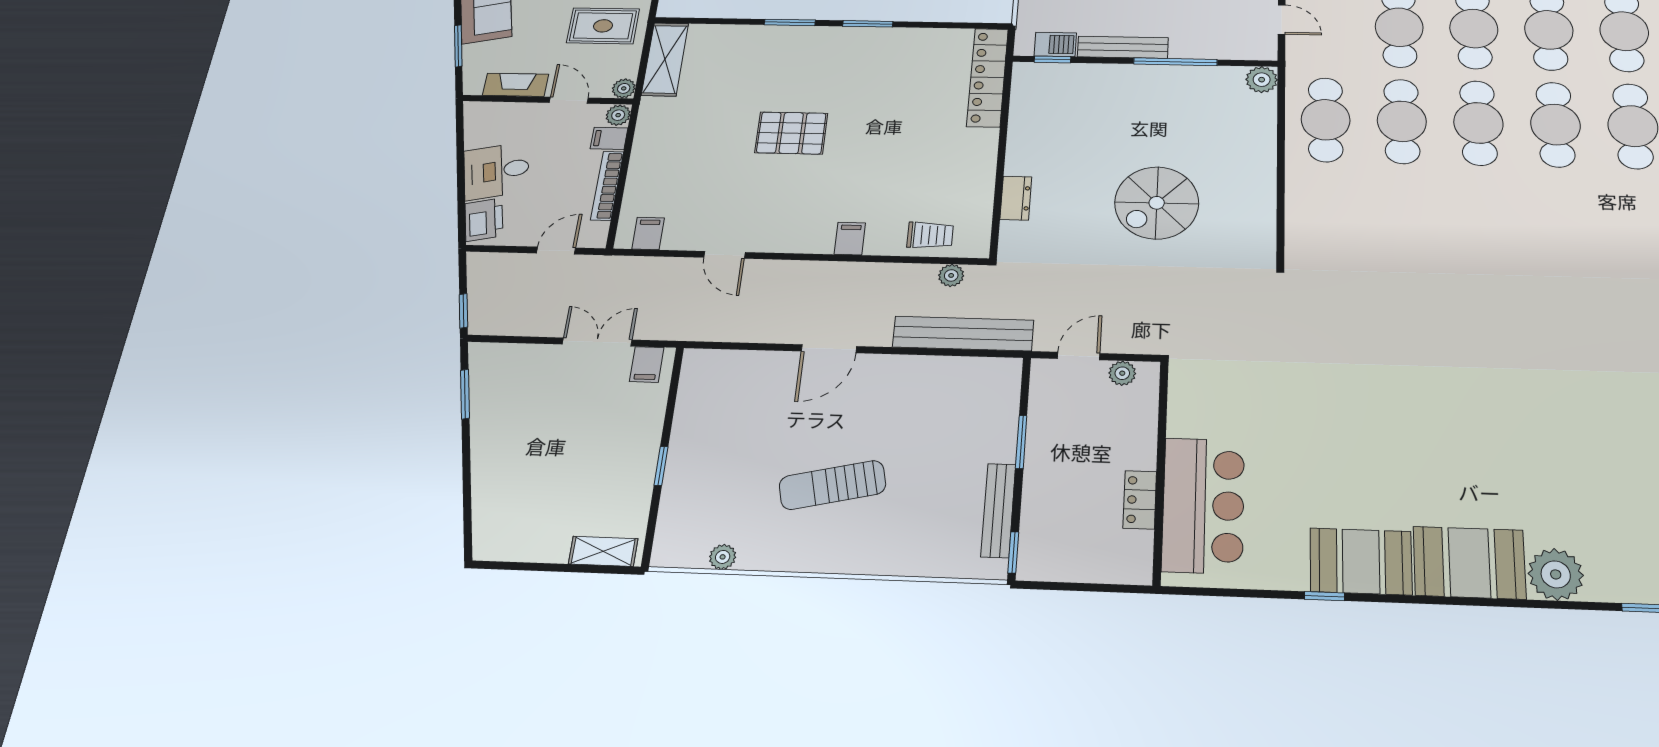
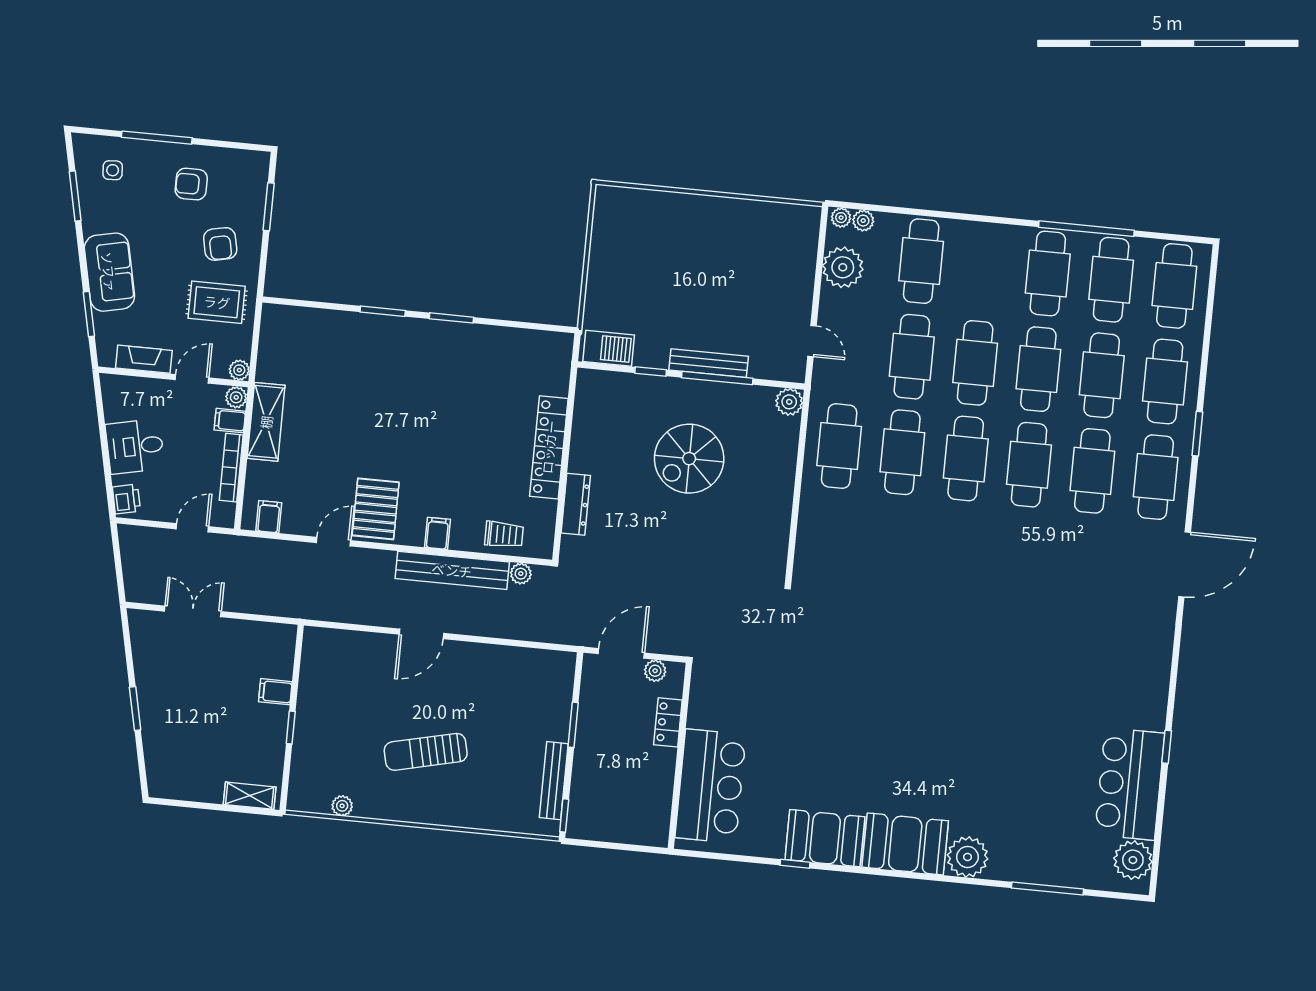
barbecue: (1055, 44) -> (609, 348), width x1.38, depth x1.27
bench: (1123, 47) -> (709, 363), moved
shelving: (665, 59) -> (266, 422), moved
window: (1053, 59) -> (651, 371), moved
locker: (988, 77) -> (549, 447), moved
door: (569, 100) -> (192, 379), hinge flipped
pallet: (791, 133) -> (376, 509), moved, turned 90
dresser: (1016, 198) -> (576, 504), width x1.44
spiral stairs: (1157, 203) -> (689, 459), moved
printer: (484, 220) -> (126, 499), width x0.73, depth x0.81
door: (724, 255) -> (334, 542), swing flipped
window: (463, 311) -> (120, 579), removed
bench: (963, 334) -> (452, 570), moved
double door: (597, 342) -> (193, 611), moved
door: (1079, 356) -> (621, 653), width x1.38
filing cabinet: (647, 365) -> (275, 692), moved, turned 90
window: (465, 394) -> (135, 708), moved
locker: (1140, 500) -> (668, 722), moved

